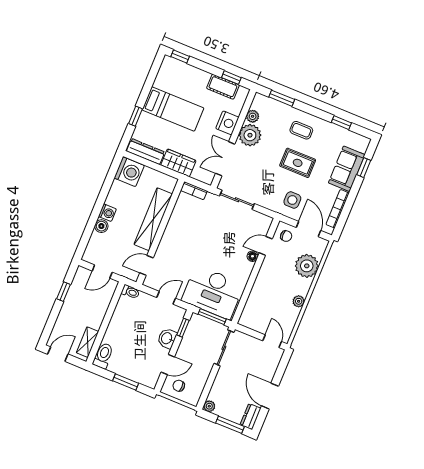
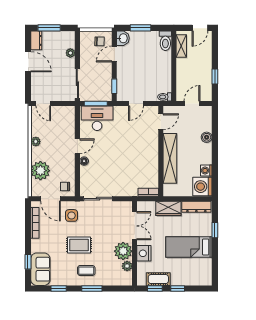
window: (180, 57) -> (178, 289), moved
window: (282, 98) -> (92, 289), moved
sofa: (347, 169) -> (40, 269), moved
sliding door: (237, 200) -> (98, 199), moved
washing machine: (107, 213) -> (206, 171), moved
door: (266, 246) -> (77, 146), moved
desk: (213, 292) -> (97, 118), width x0.73, depth x0.77
washbasin: (167, 338) -> (123, 38), moved
plant: (209, 406) -> (70, 53), moved

